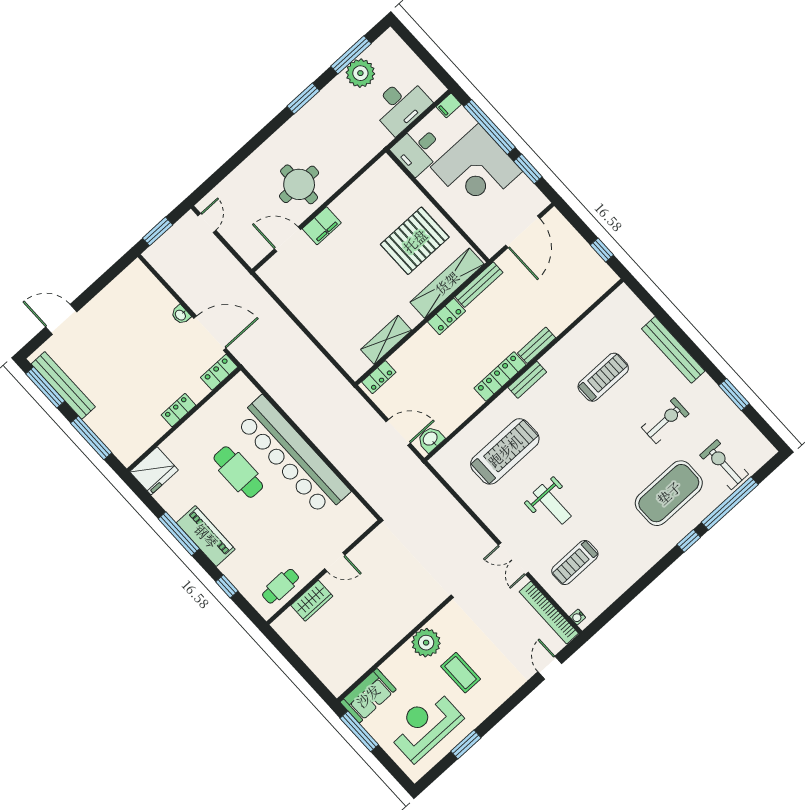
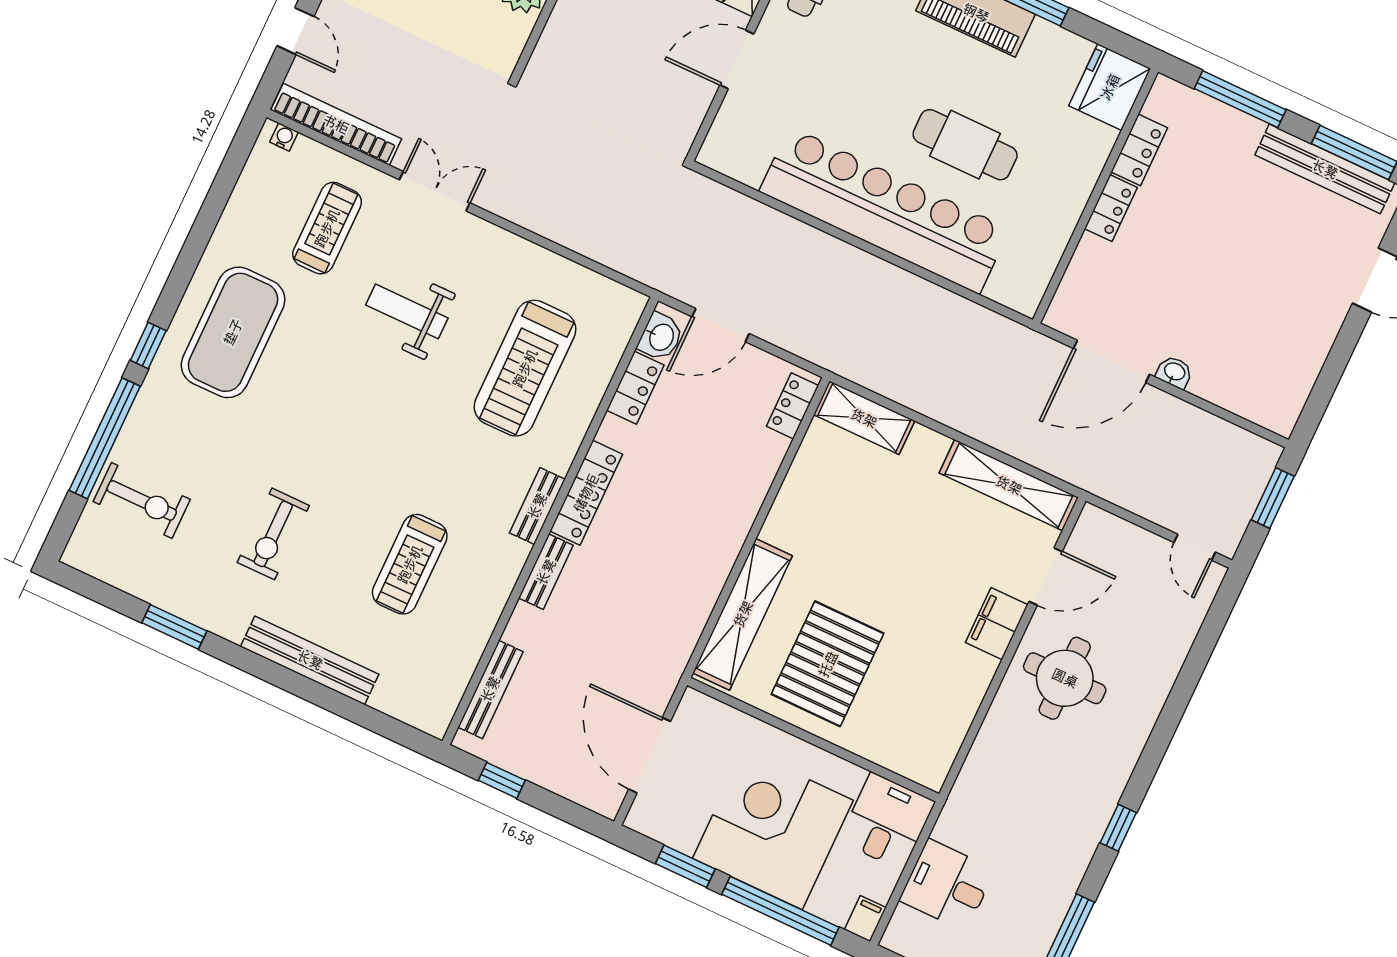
plant: (360, 73) -> (1039, 911), removed
window: (303, 98) -> (1118, 828), width x0.67
desk: (401, 105) -> (947, 885), width x0.73
bench: (479, 285) -> (490, 689), moved
shelving: (287, 293) -> (1009, 485), added
locker: (447, 316) -> (635, 388), moved, turned 180
shelving: (386, 340) -> (864, 418), moved, turned 90
locker: (219, 372) -> (1139, 150), moved
exercise mat: (669, 493) -> (233, 332), moved
door: (335, 562) -> (737, 59), width x1.38

